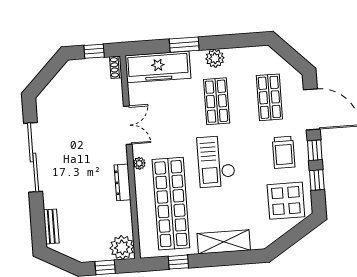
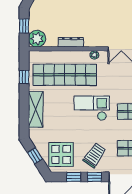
trolley: (284, 152) -> (95, 155), turned 124
dresser: (122, 182) -> (71, 42), moved
window: (291, 238) -> (35, 156), added

